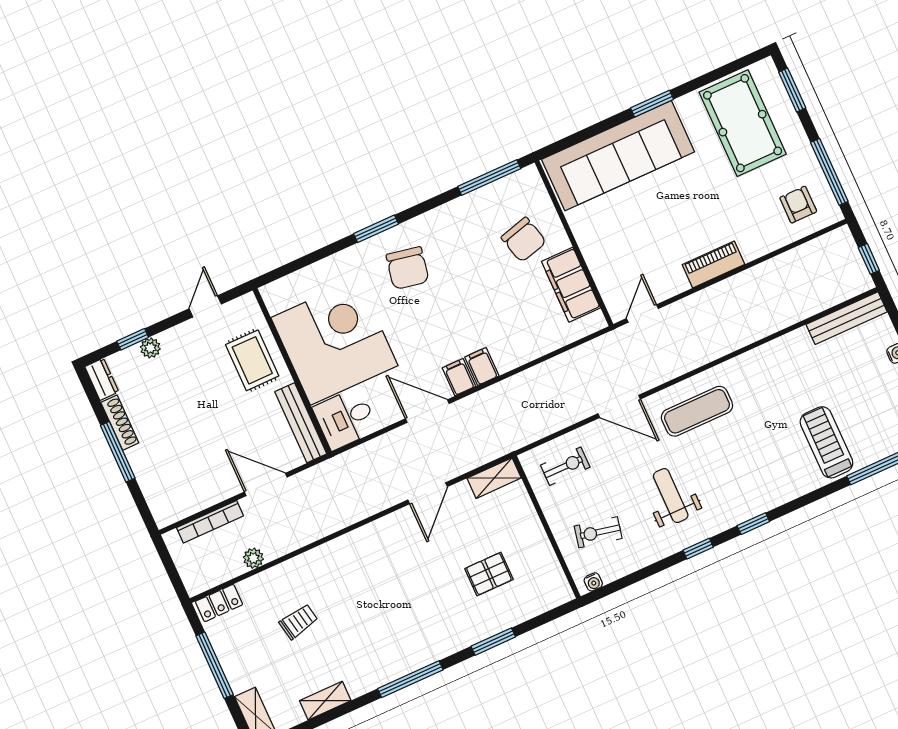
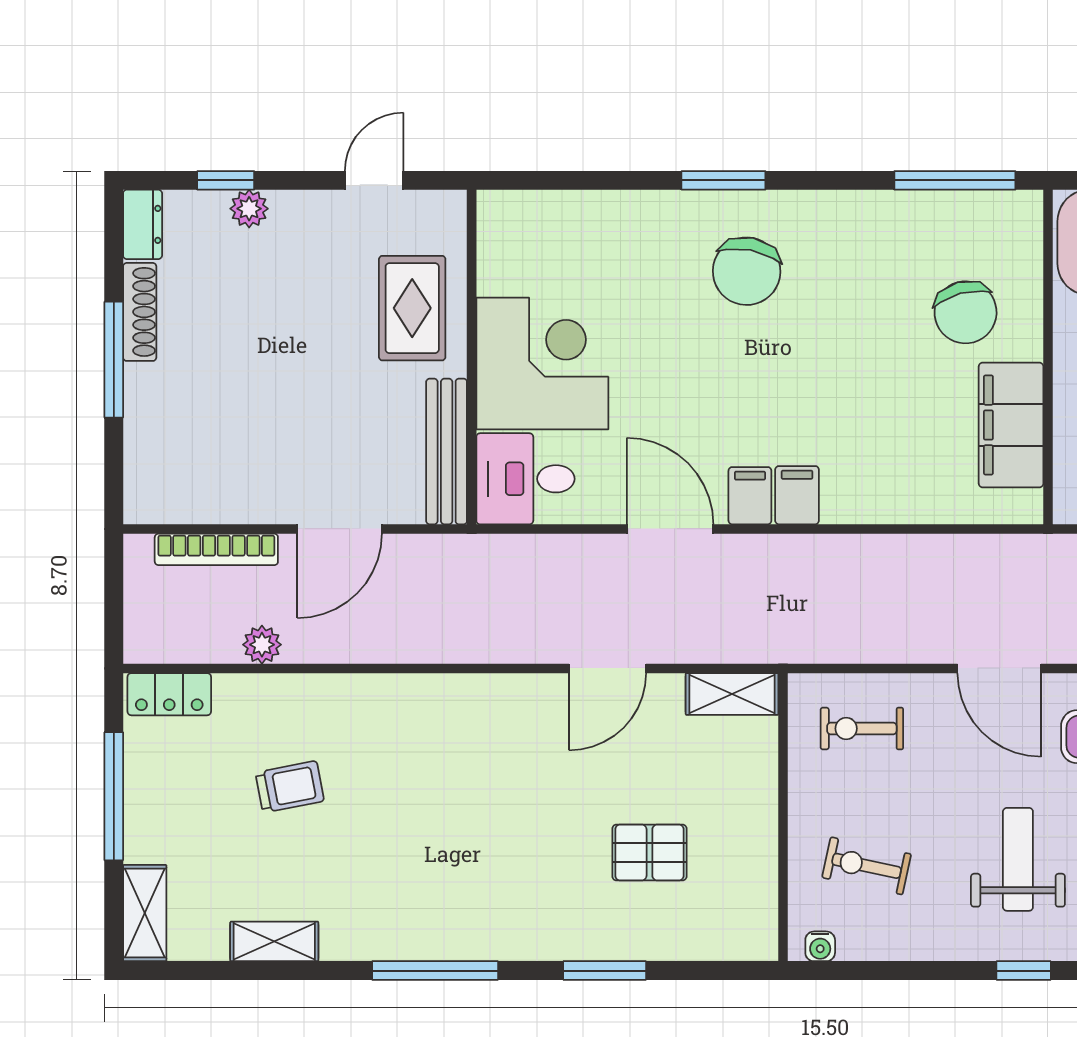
corner desk: (334, 342) -> (542, 364), width x0.74, depth x0.74
exercise bike: (565, 466) -> (862, 729), turned 180
door: (266, 484) -> (340, 529), swing flipped

